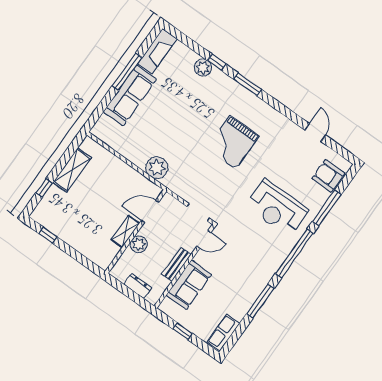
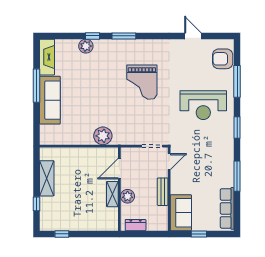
window: (294, 253) -> (237, 128), width x0.47
sofa: (189, 285) -> (181, 213), moved
dresser: (138, 286) -> (136, 225), moved
row of seats: (223, 333) -> (227, 208), width x1.48

